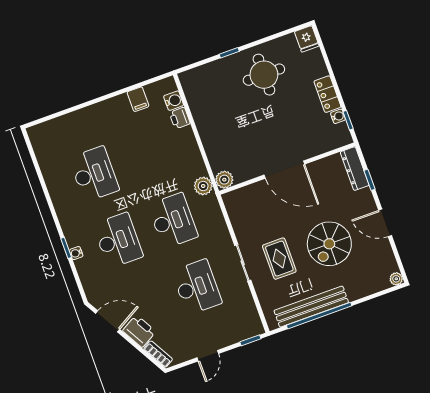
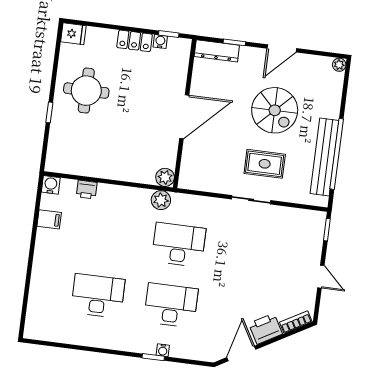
water cooler: (174, 101) -> (51, 185), moved
desk: (197, 287) -> (252, 254), removed

